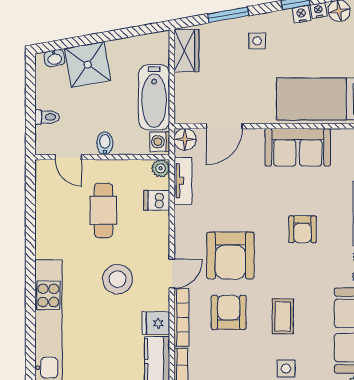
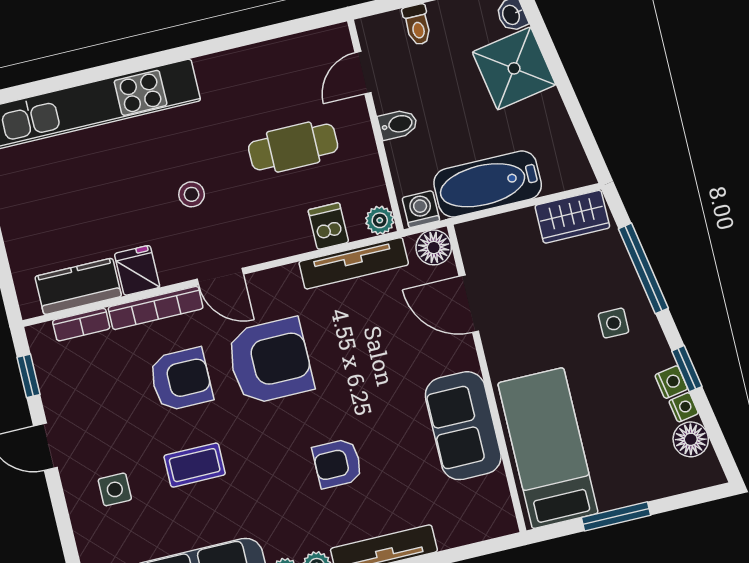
window: (228, 15) -> (643, 268), width x1.44
tv unit: (183, 181) -> (354, 263), width x1.41
armchair: (230, 256) -> (270, 361), turned 180
stool: (118, 279) -> (192, 194), width x0.53, depth x0.53

